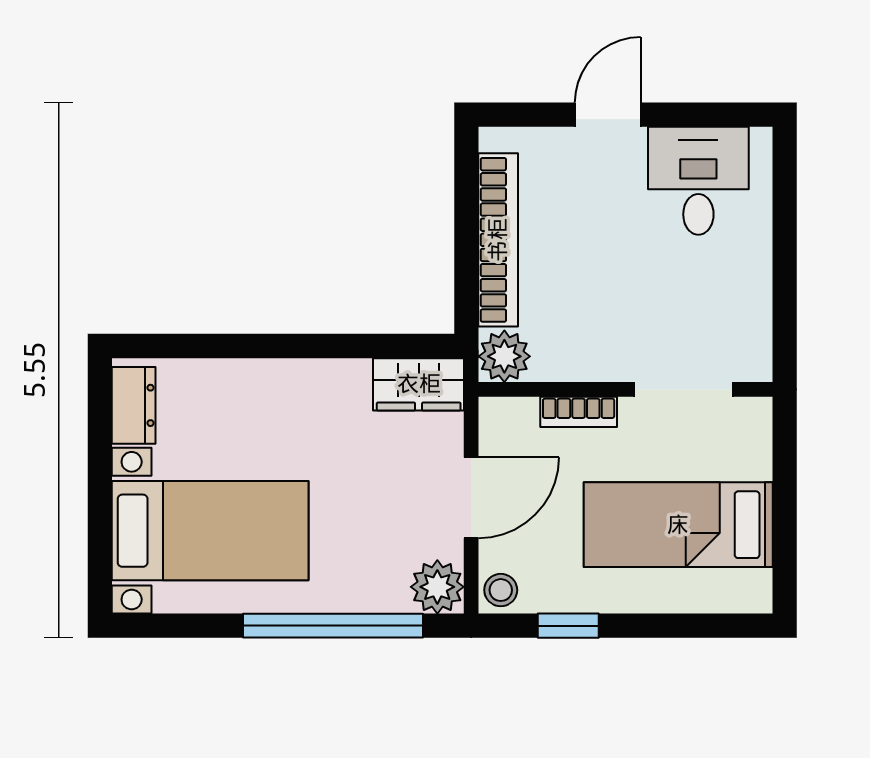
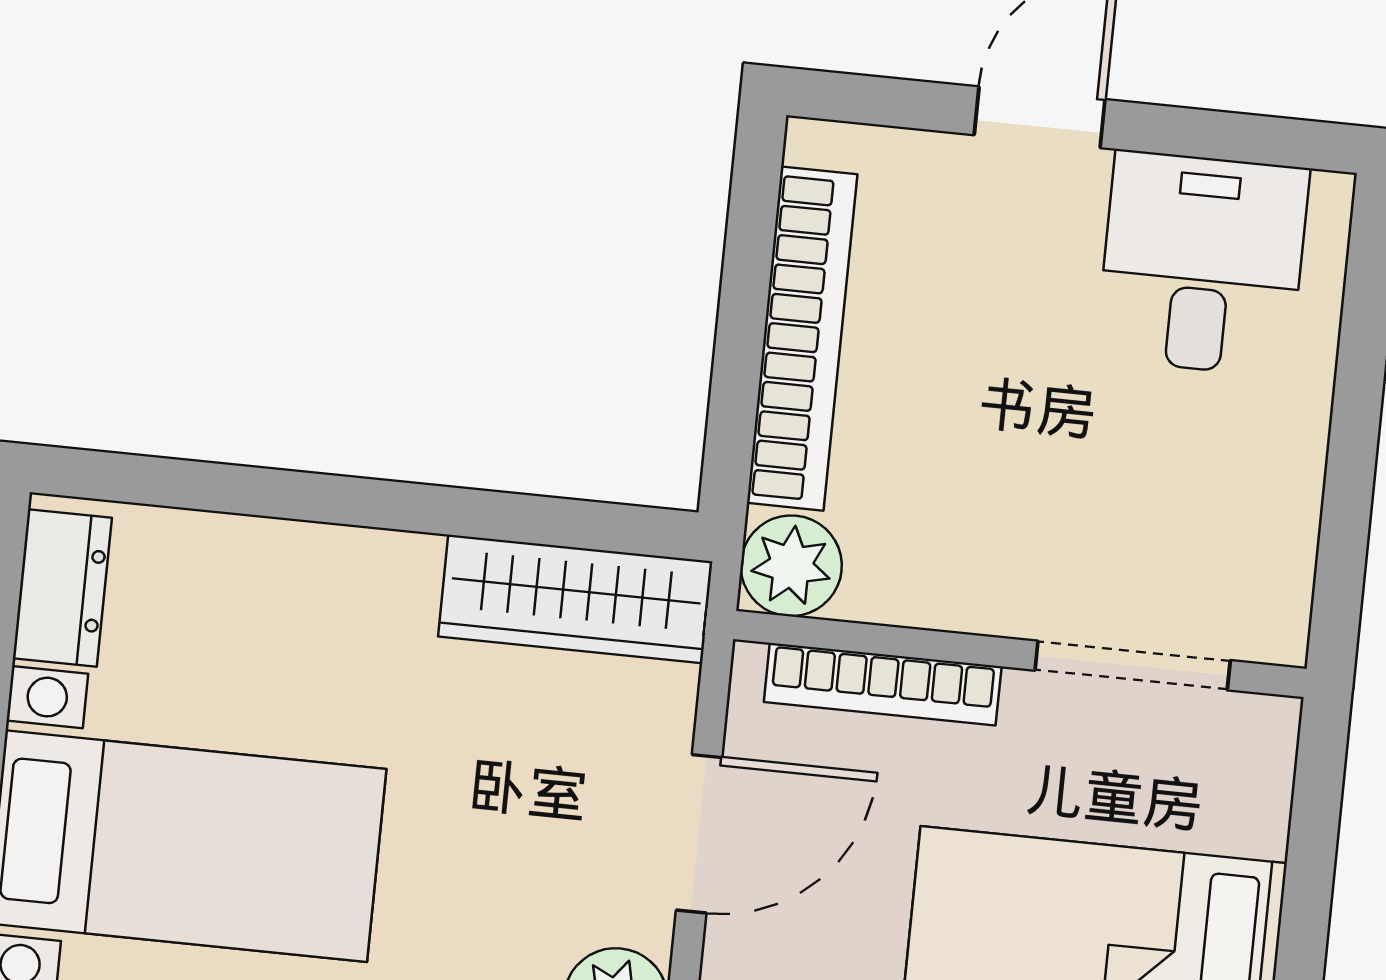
wardrobe: (419, 384) -> (575, 599), width x1.50
bookcase: (579, 412) -> (883, 684), width x1.56

